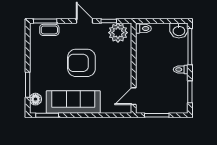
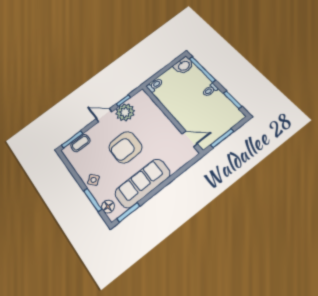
plant: (118, 33) -> (125, 112), moved
side table: (39, 69) -> (93, 180), added
door: (134, 96) -> (190, 139), swing flipped

